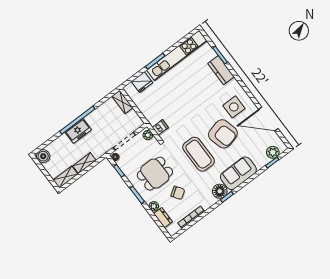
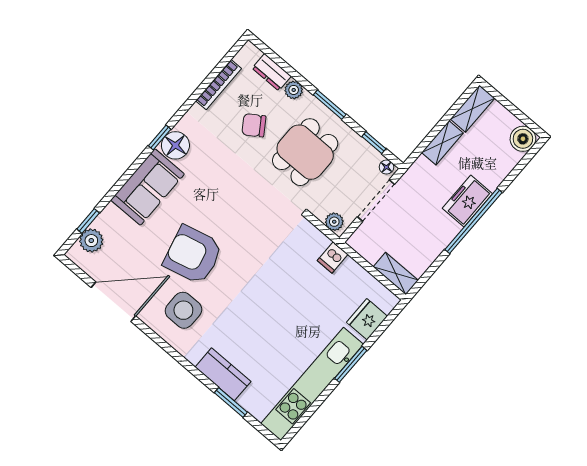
dishwasher: (160, 127) -> (333, 257), moved
coffee table: (199, 154) -> (231, 207), removed

